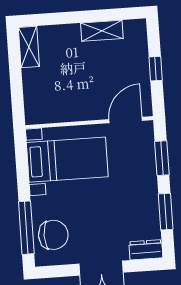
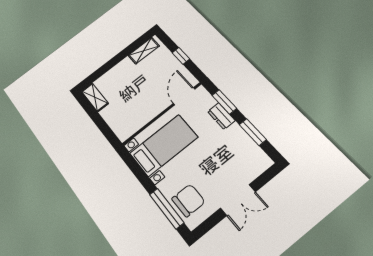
shelving: (102, 31) -> (144, 51), moved
dresser: (146, 250) -> (221, 116), moved, turned -90

